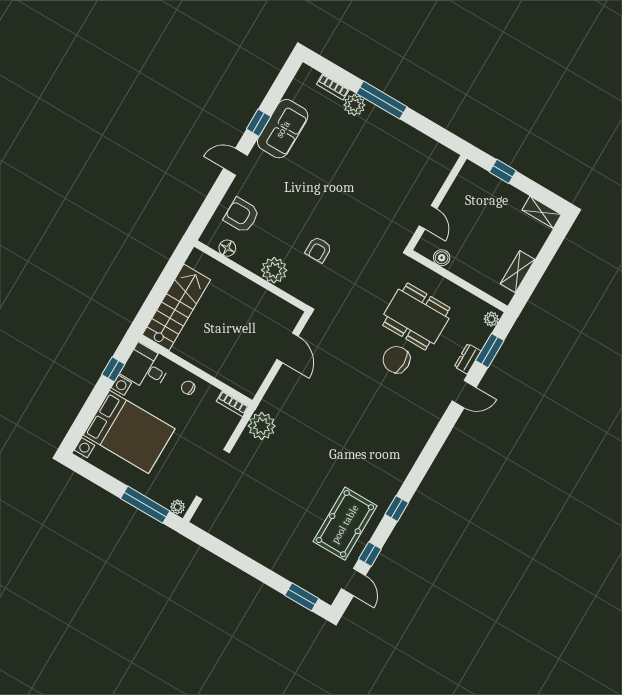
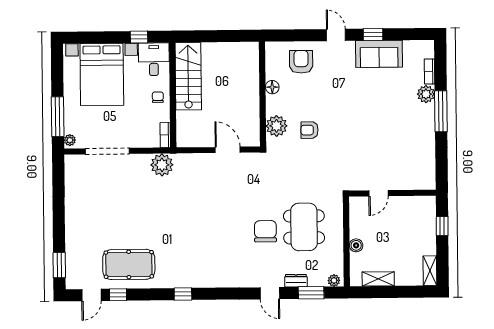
floor lamp: (227, 248) -> (272, 87), moved
boiler: (442, 258) -> (356, 245), moved
plant: (274, 270) -> (277, 126), moved
stairs: (176, 307) -> (188, 76), moved, turned -90
door: (287, 348) -> (228, 150), swing flipped
window: (397, 509) -> (183, 294), moved

